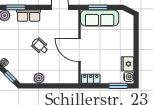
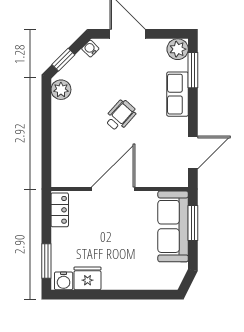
plant: (39, 78) -> (61, 90), moved

